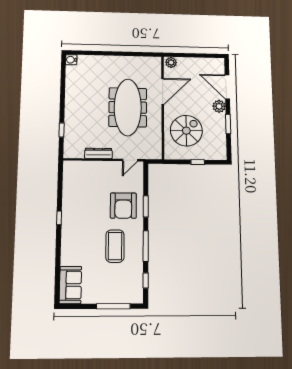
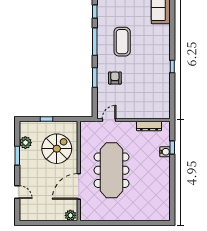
water cooler: (71, 60) -> (165, 152), moved
door: (227, 87) -> (17, 192), width x0.53
plant: (219, 106) -> (25, 143), moved
spiral stairs: (186, 131) -> (57, 149), turned 180
dresser: (98, 153) -> (149, 126), moved
armchair: (123, 206) -> (115, 78), width x0.53, depth x0.53

